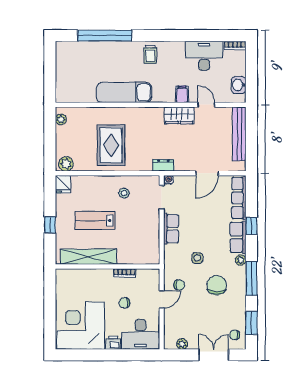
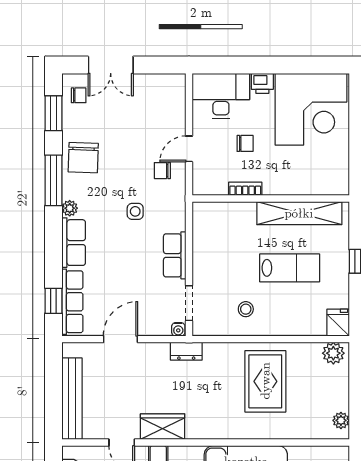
window: (251, 226) -> (53, 301), moved
chair: (217, 285) -> (83, 158), moved
plant: (182, 344) -> (158, 81), removed

